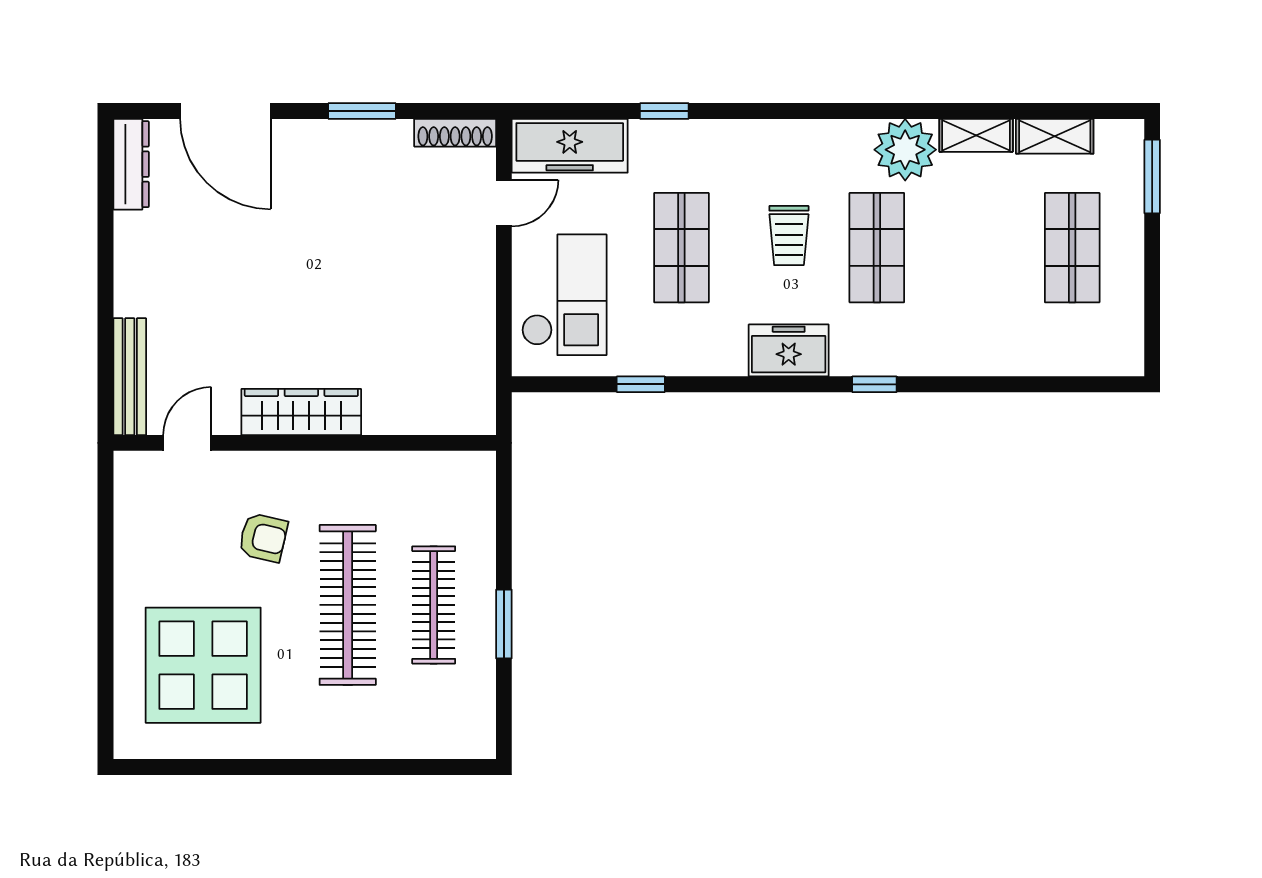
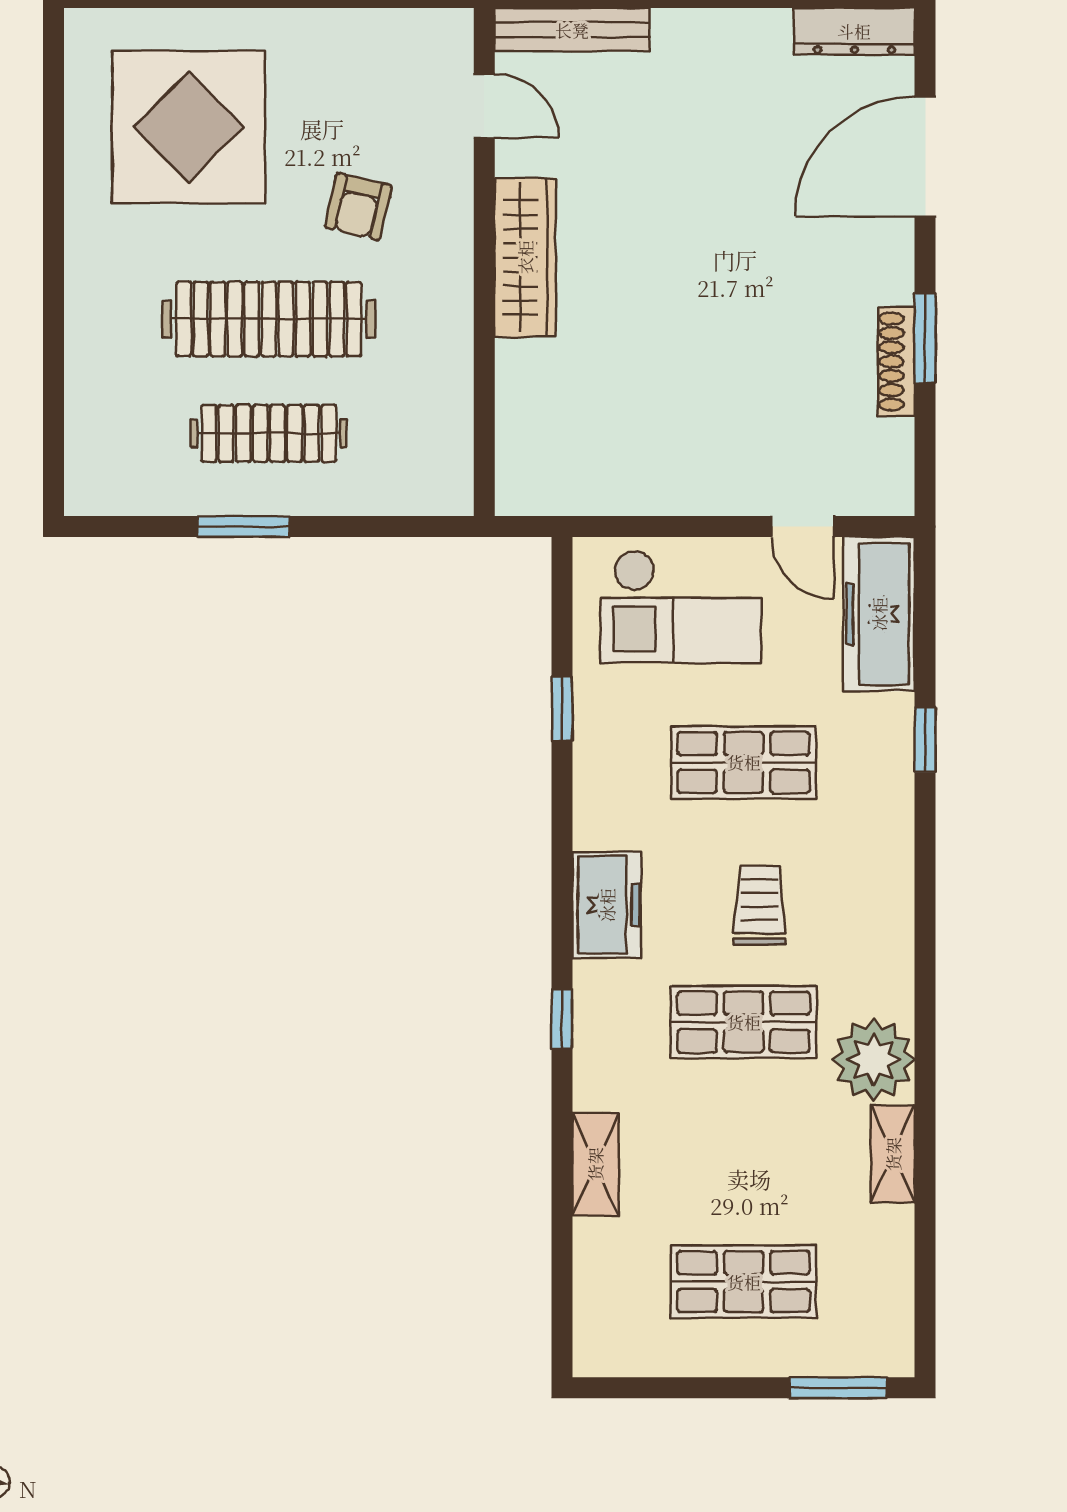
shoe rack: (455, 133) -> (896, 362), moved
shelving: (1055, 136) -> (595, 1164), moved
trolley: (789, 236) -> (760, 905), turned 90

